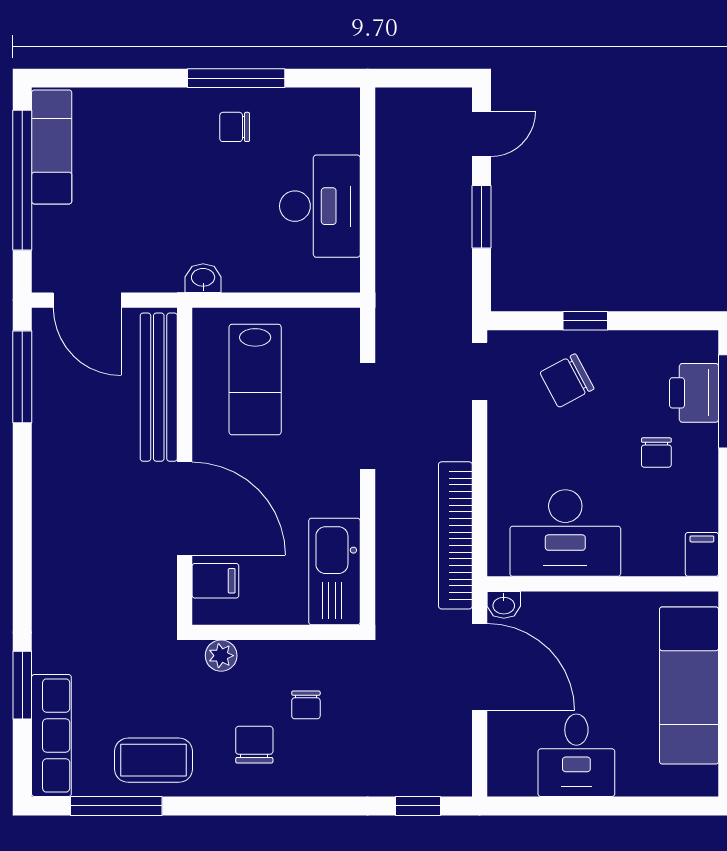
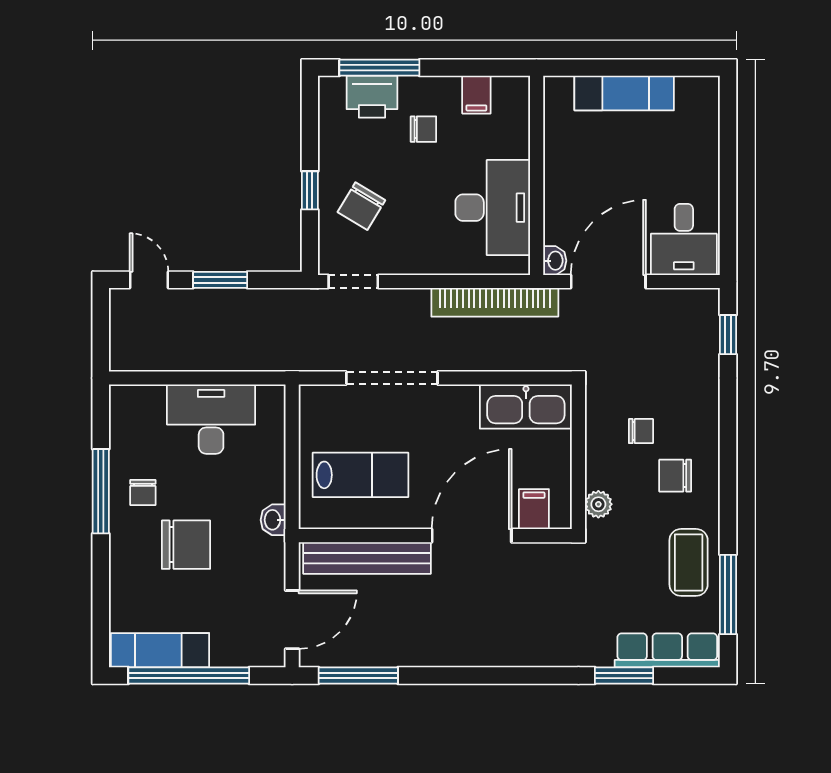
chair: (174, 177) -> (186, 545), added
chair: (567, 381) -> (361, 206), turned 59
filing cabinet: (702, 554) -> (476, 95), moved, turned -90
exam couch: (689, 685) -> (624, 93), width x0.73, depth x0.69
desk: (576, 755) -> (684, 239), moved, turned 90

